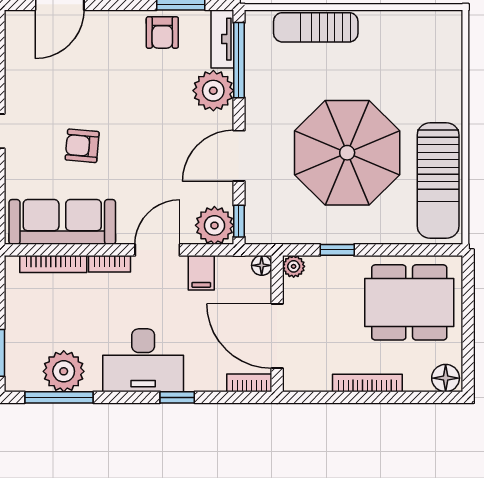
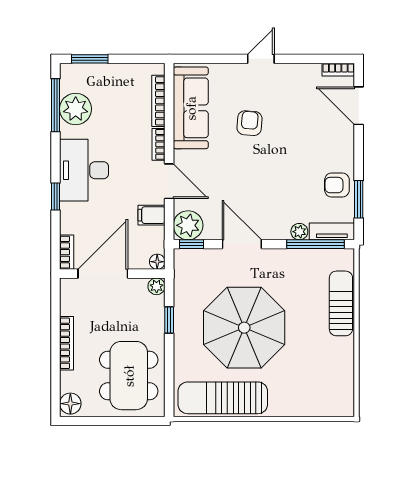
bookcase: (13, 31) -> (338, 70), added
plant: (213, 91) -> (299, 232), width x0.53, depth x0.53

